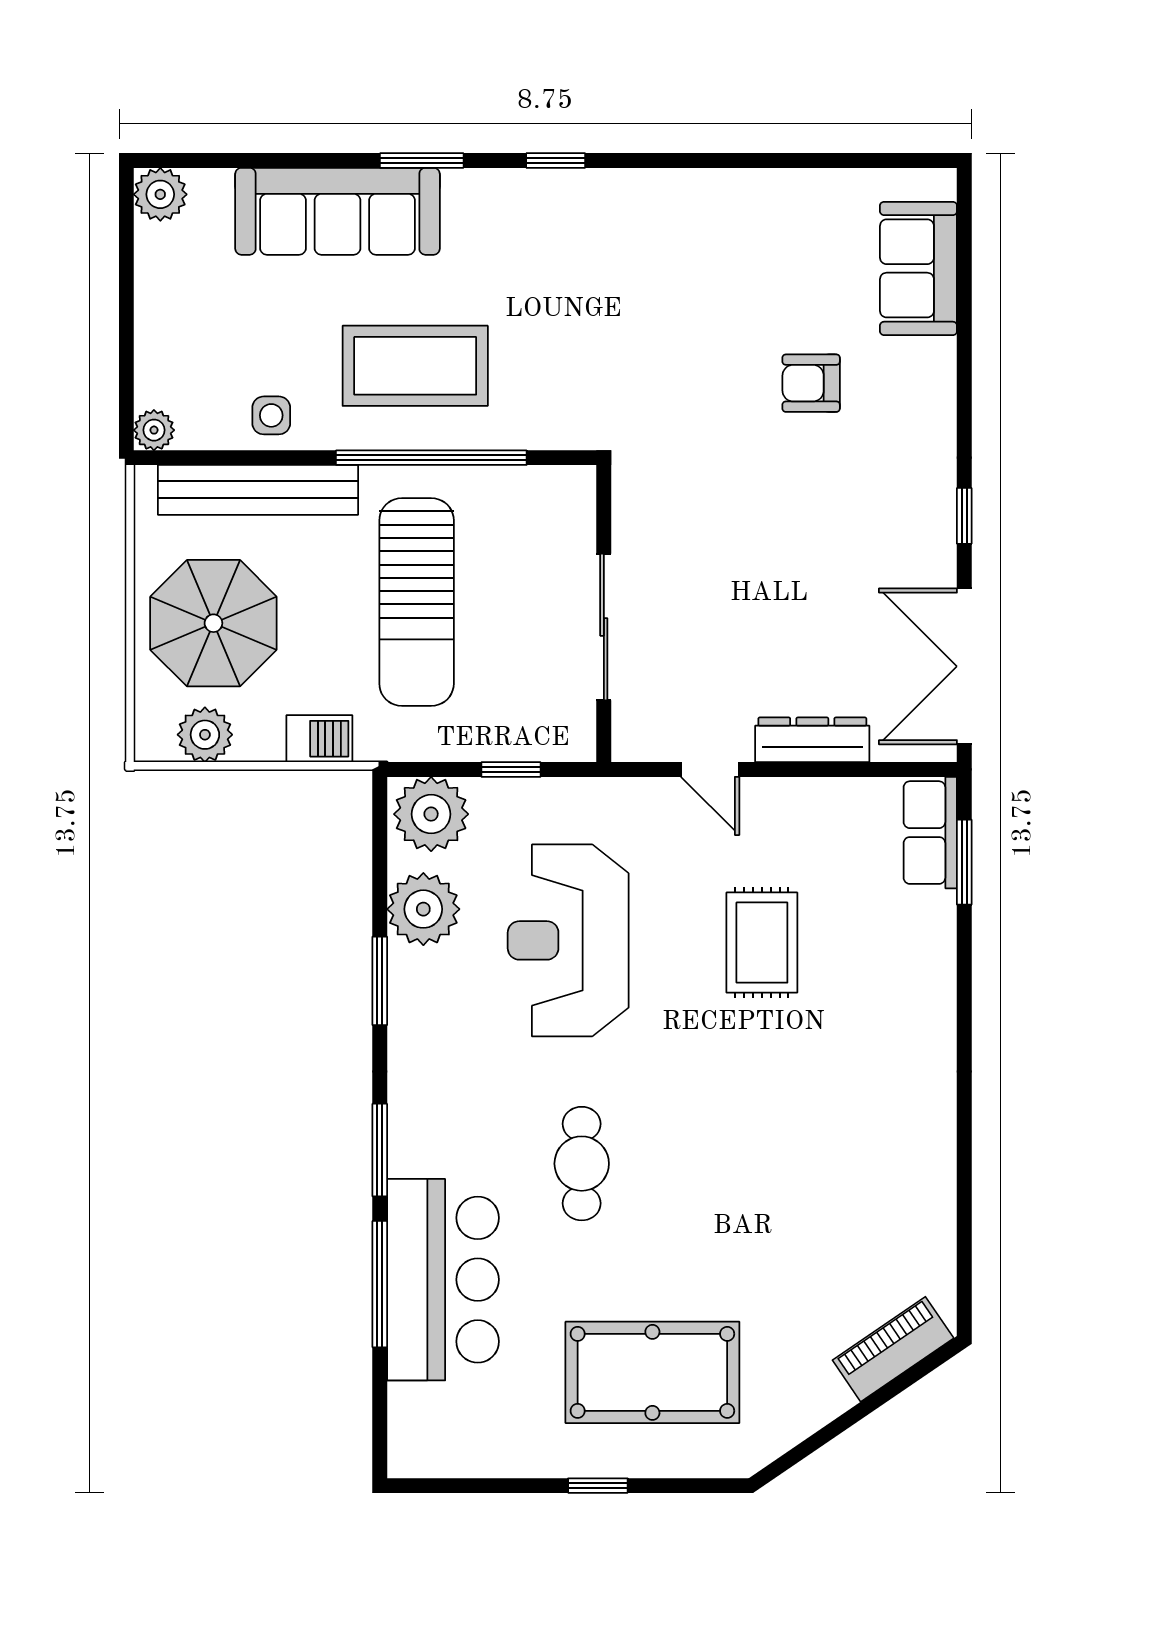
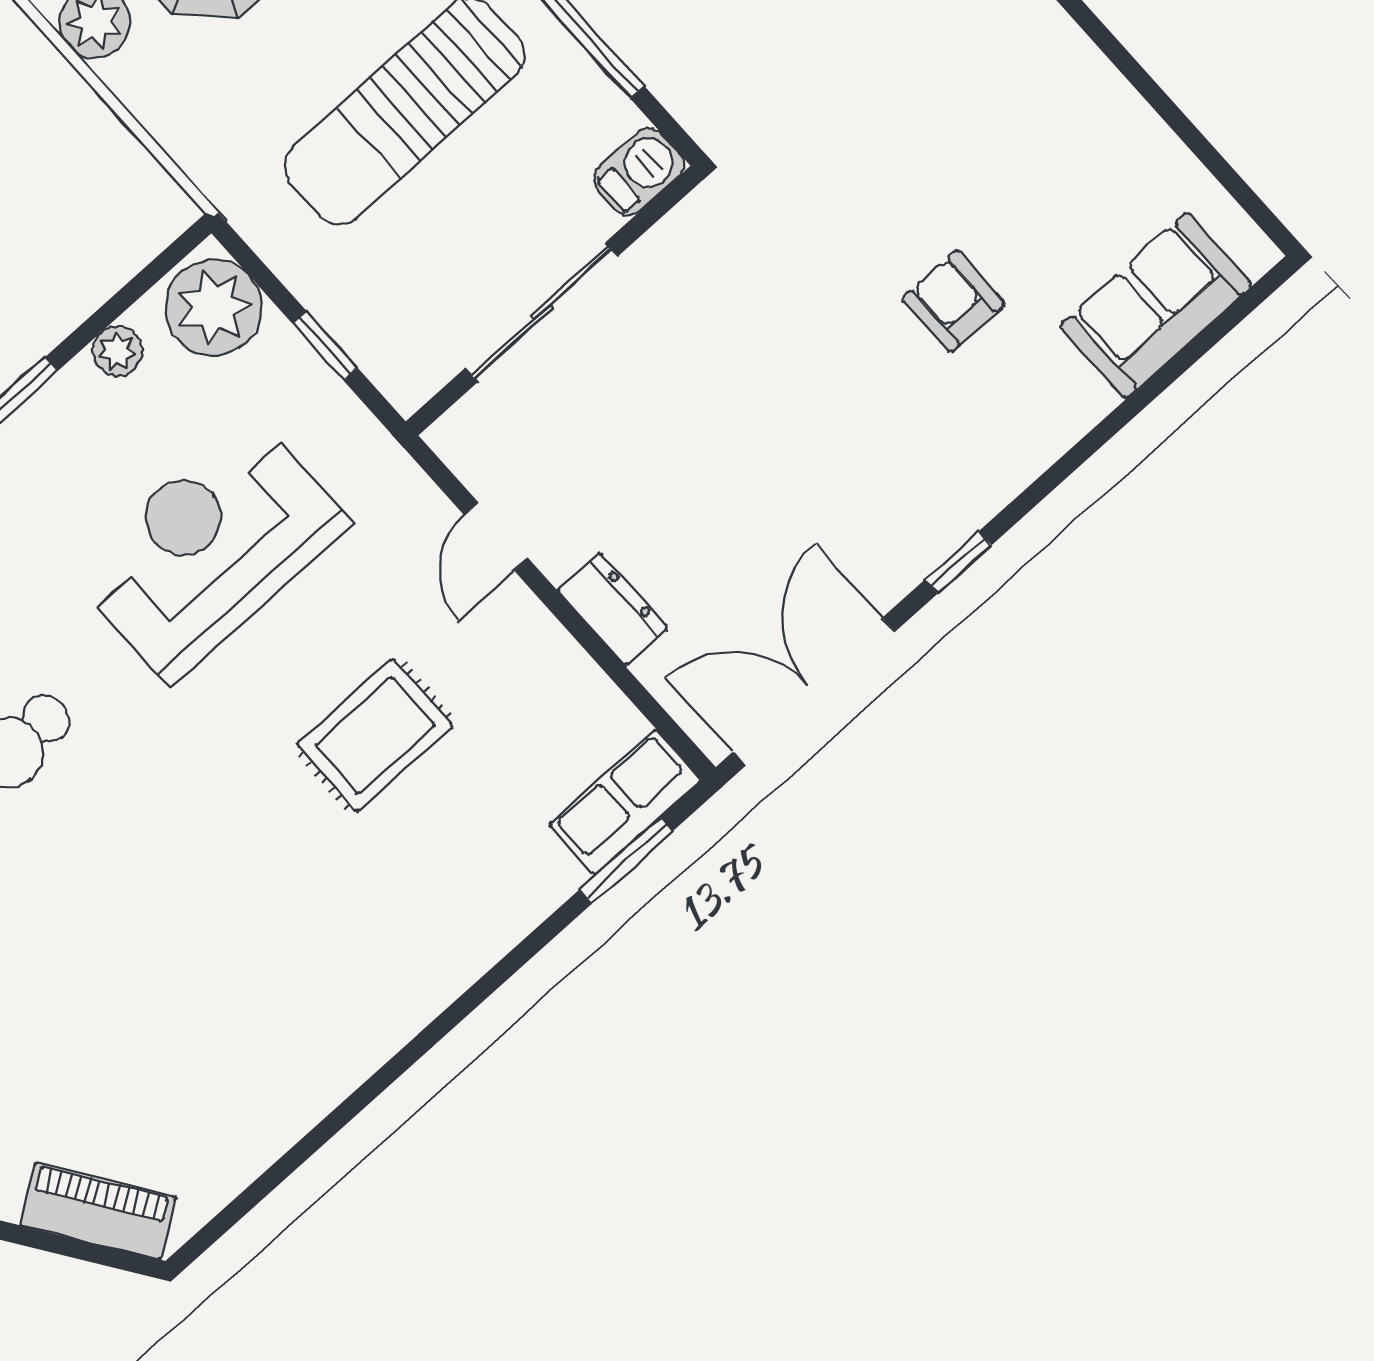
barbecue: (319, 739) -> (639, 172), moved, turned -90
dresser: (812, 740) -> (613, 609), width x0.70
plant: (423, 909) -> (117, 351), width x0.53, depth x0.53

